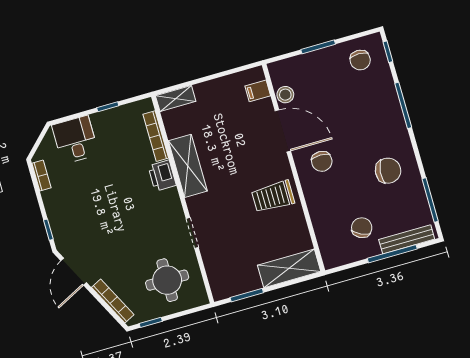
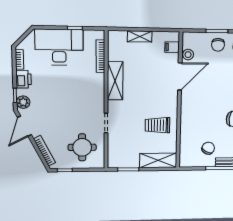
shelving: (176, 98) -> (140, 36), moved
door: (283, 131) -> (180, 77), hinge flipped
desk: (75, 140) -> (59, 47), width x1.87, depth x1.30
chair: (322, 161) -> (218, 45), moved
printer: (162, 176) -> (24, 79), moved, turned 180
trolley: (273, 197) -> (157, 125), moved
plant: (63, 236) -> (23, 102), added

